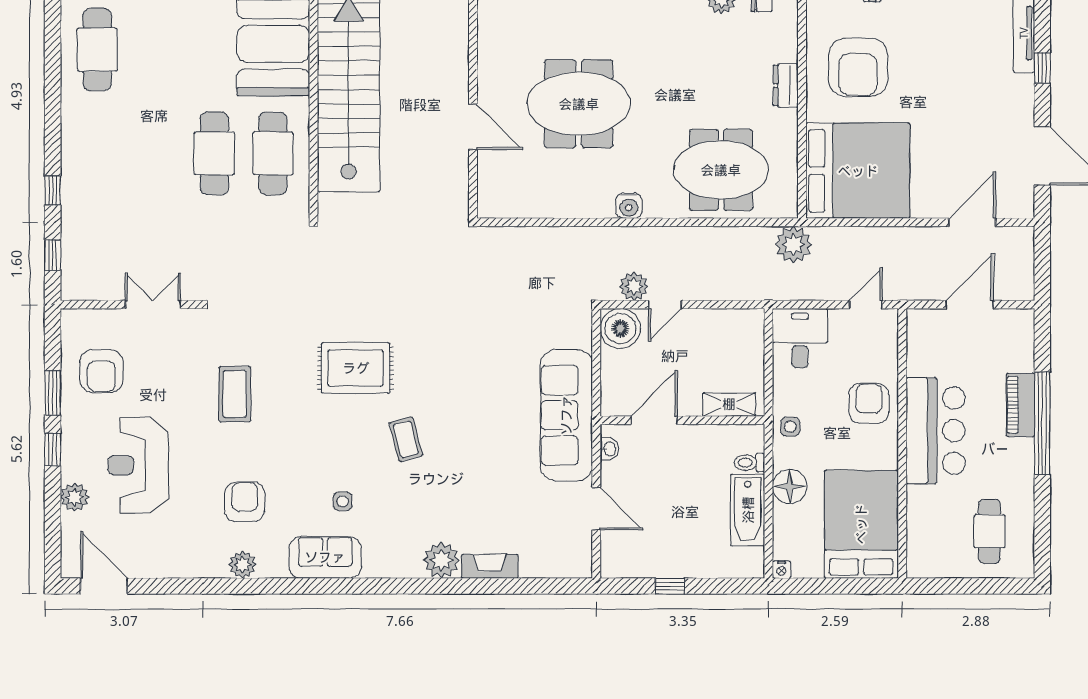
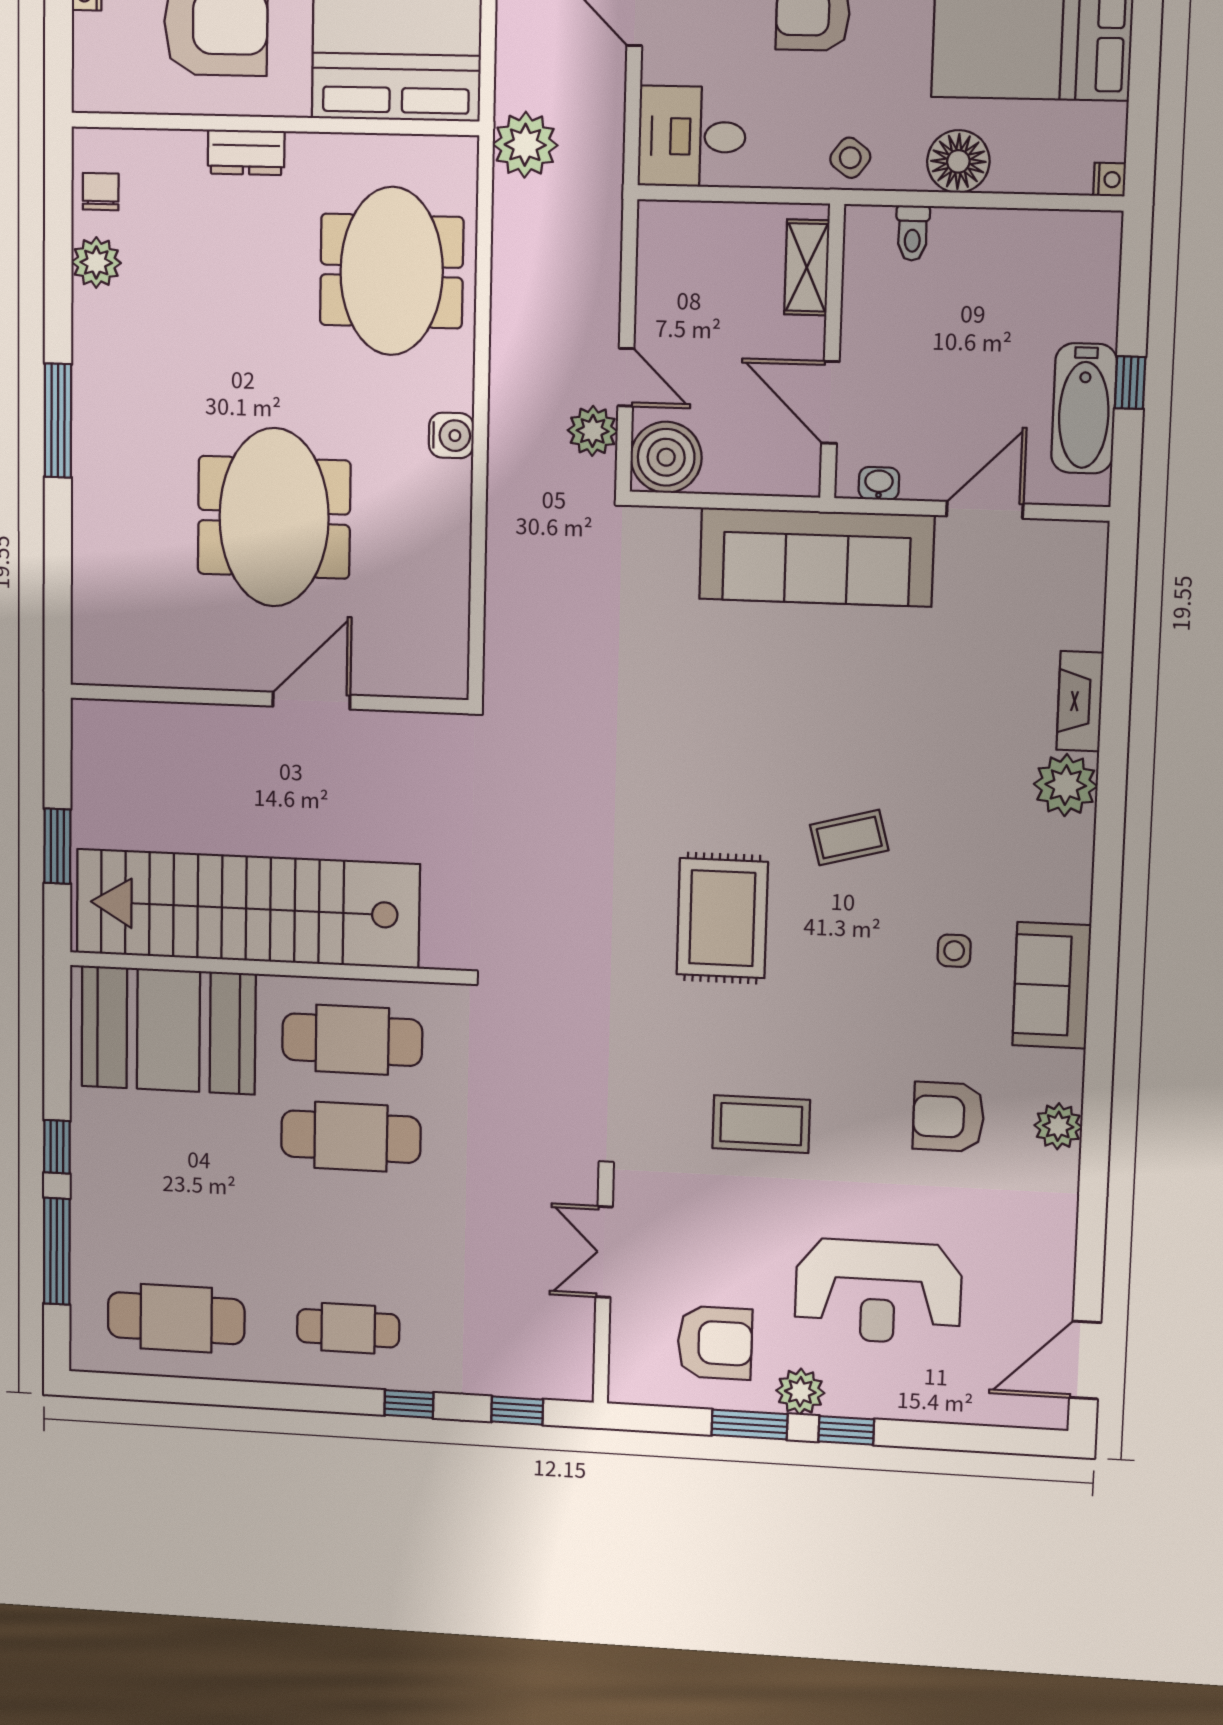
cafe table: (97, 153) -> (348, 1328), added
side table: (790, 427) -> (850, 158), turned 37
plant: (75, 497) -> (800, 1392), moved
bathtub: (748, 510) -> (1084, 408), moved, turned 90

